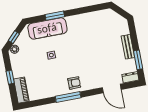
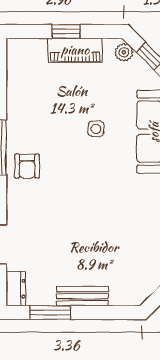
piano: (21, 90) -> (75, 50), moved

